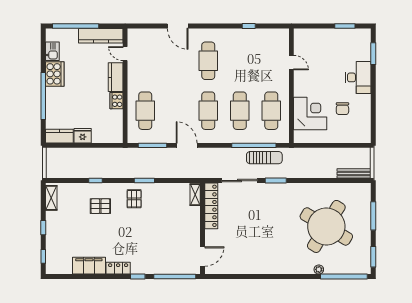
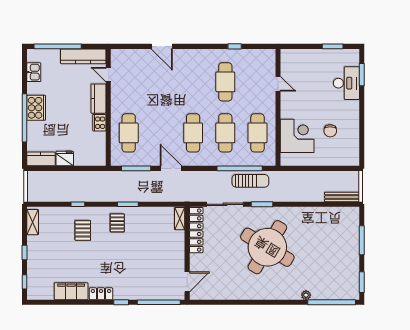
cafe table: (208, 61) -> (225, 82), moved
cooker: (55, 74) -> (36, 108), moved
desk: (358, 77) -> (346, 83), moved
pallet: (100, 206) -> (83, 230), turned 90
round table: (326, 226) -> (267, 247), moved

